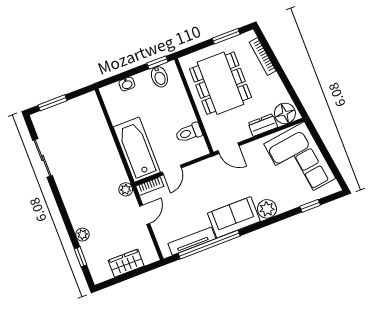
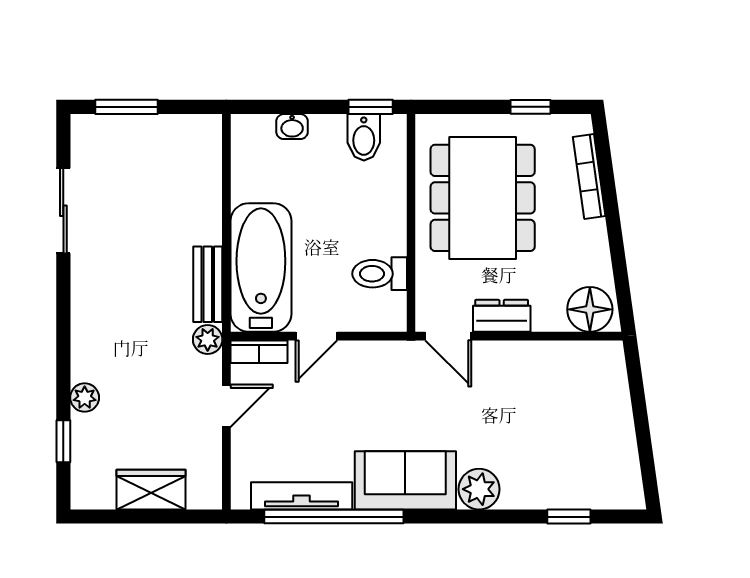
window: (226, 36) -> (530, 107), width x0.67
dresser: (263, 125) -> (502, 316), moved
corner sofa: (300, 161) -> (583, 418), removed
bench: (117, 166) -> (208, 284), added

